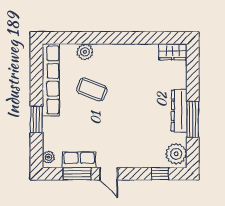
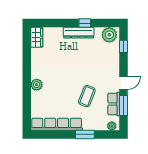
plant: (85, 52) -> (37, 85), moved
coffee table: (92, 90) -> (87, 96), moved
window: (193, 119) -> (85, 23), width x0.46

